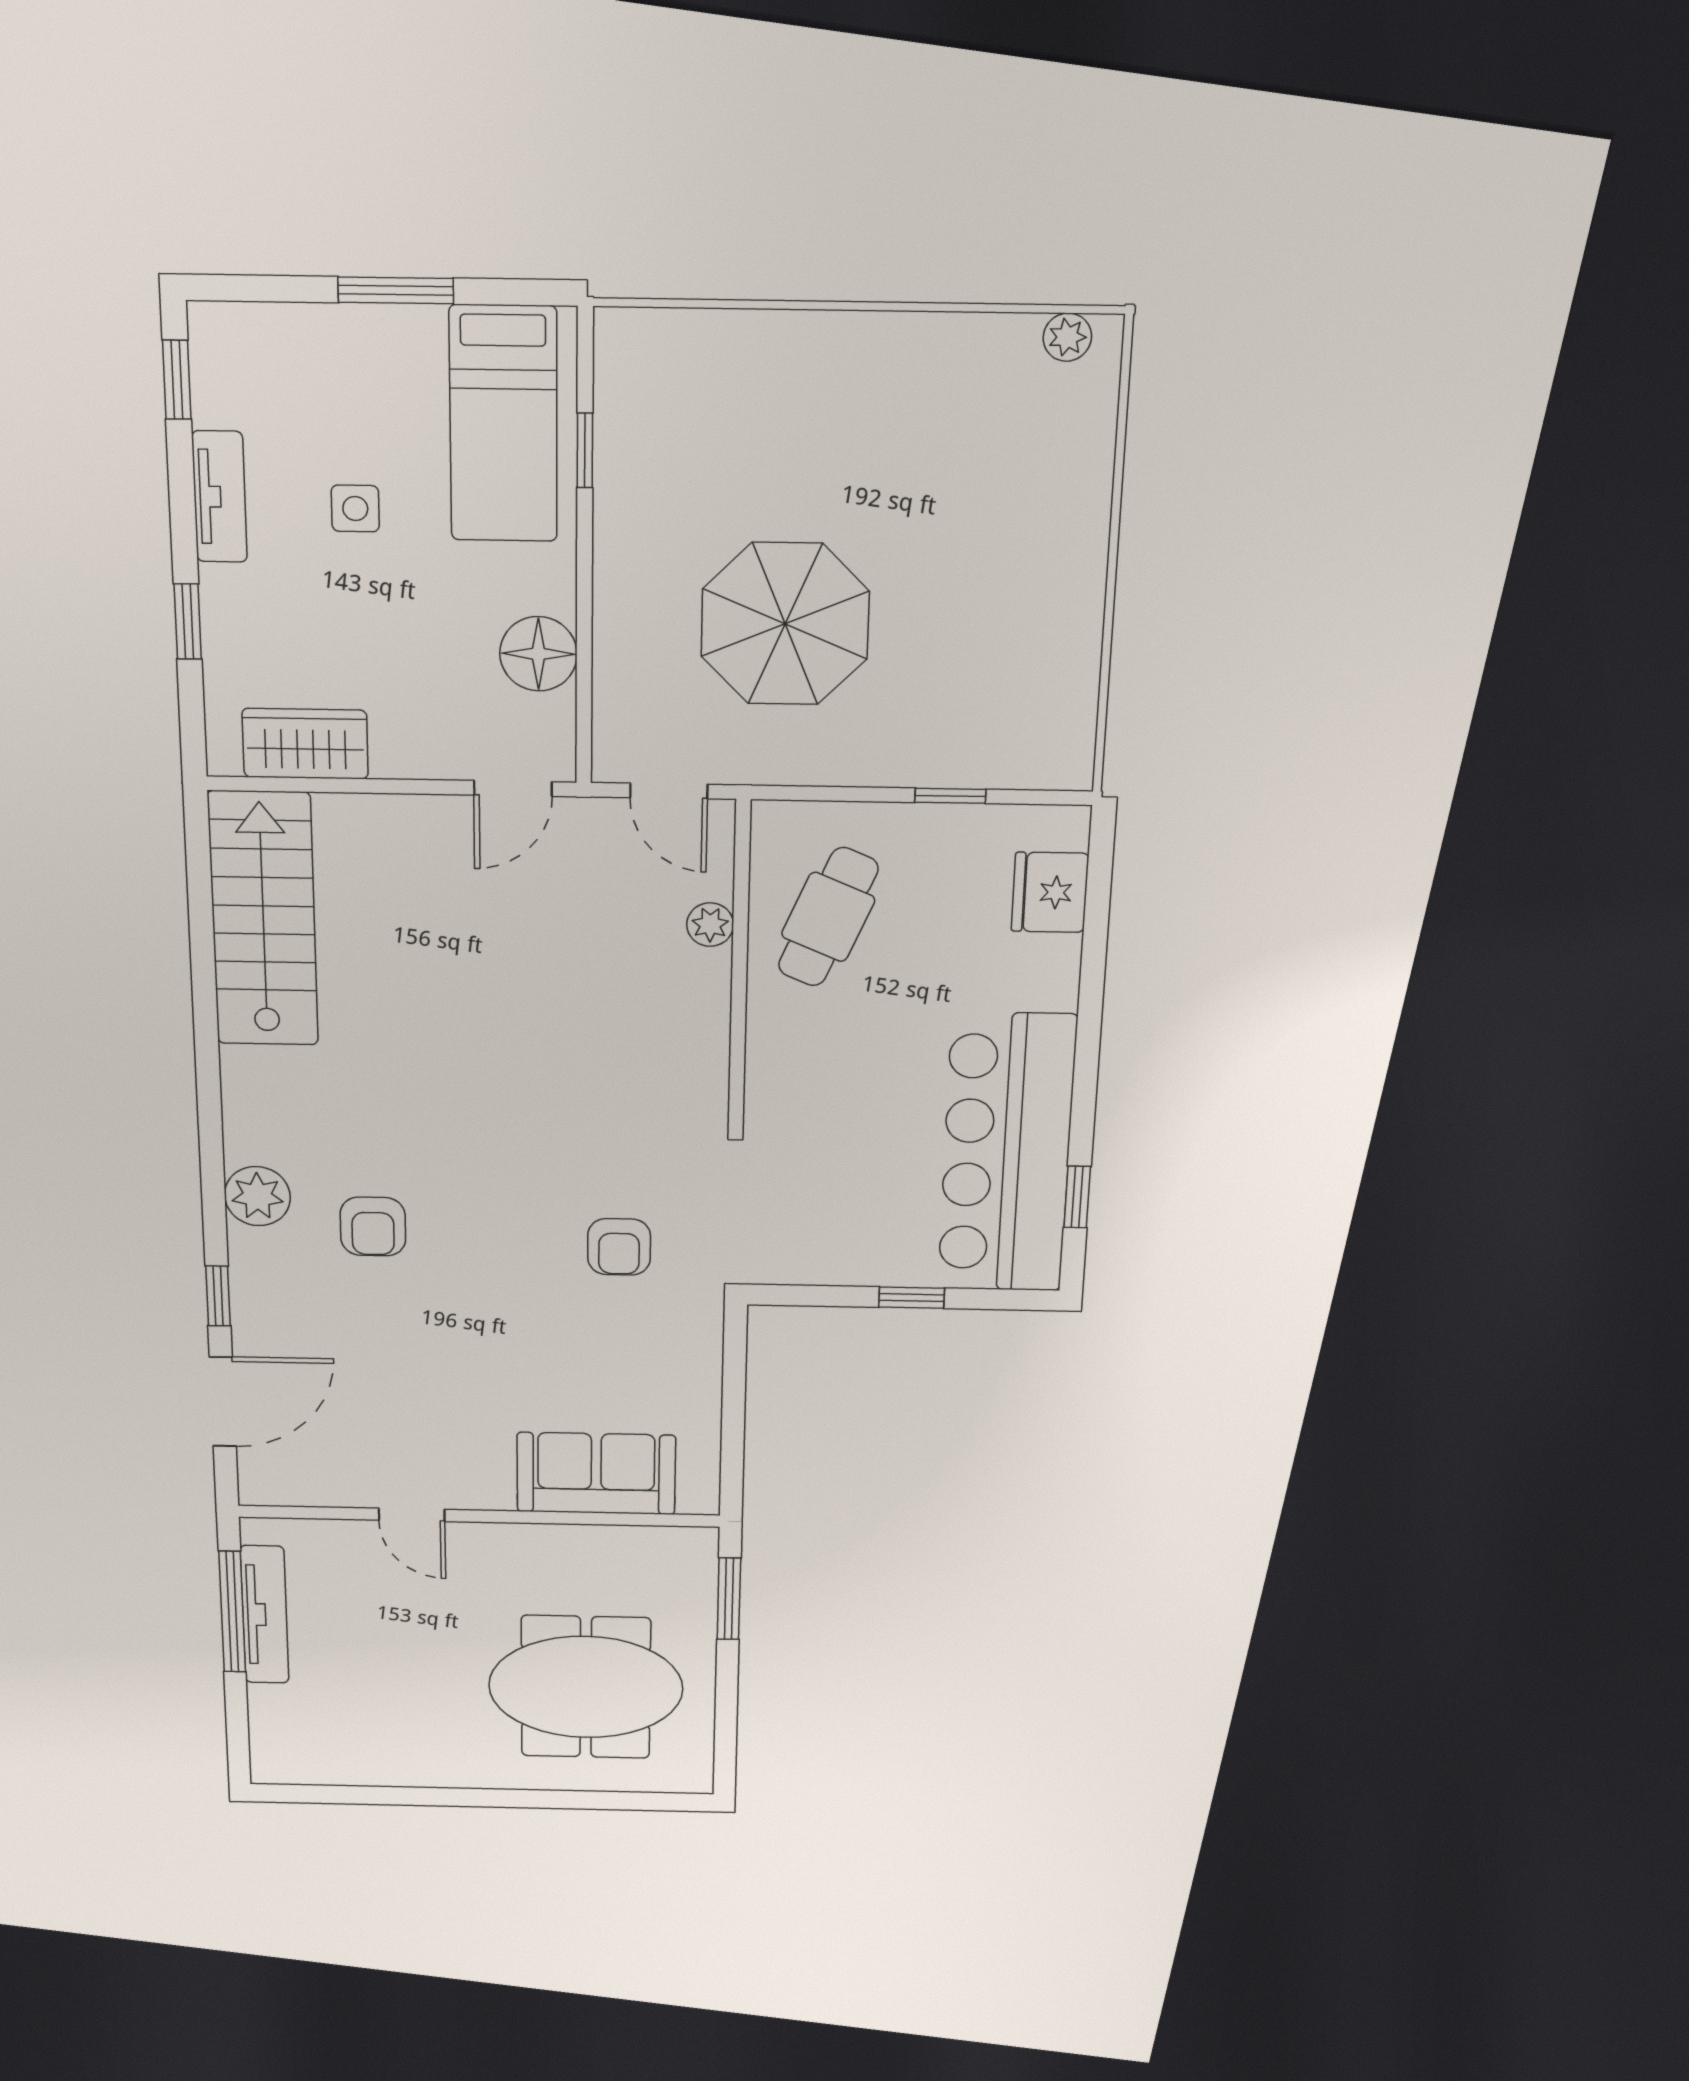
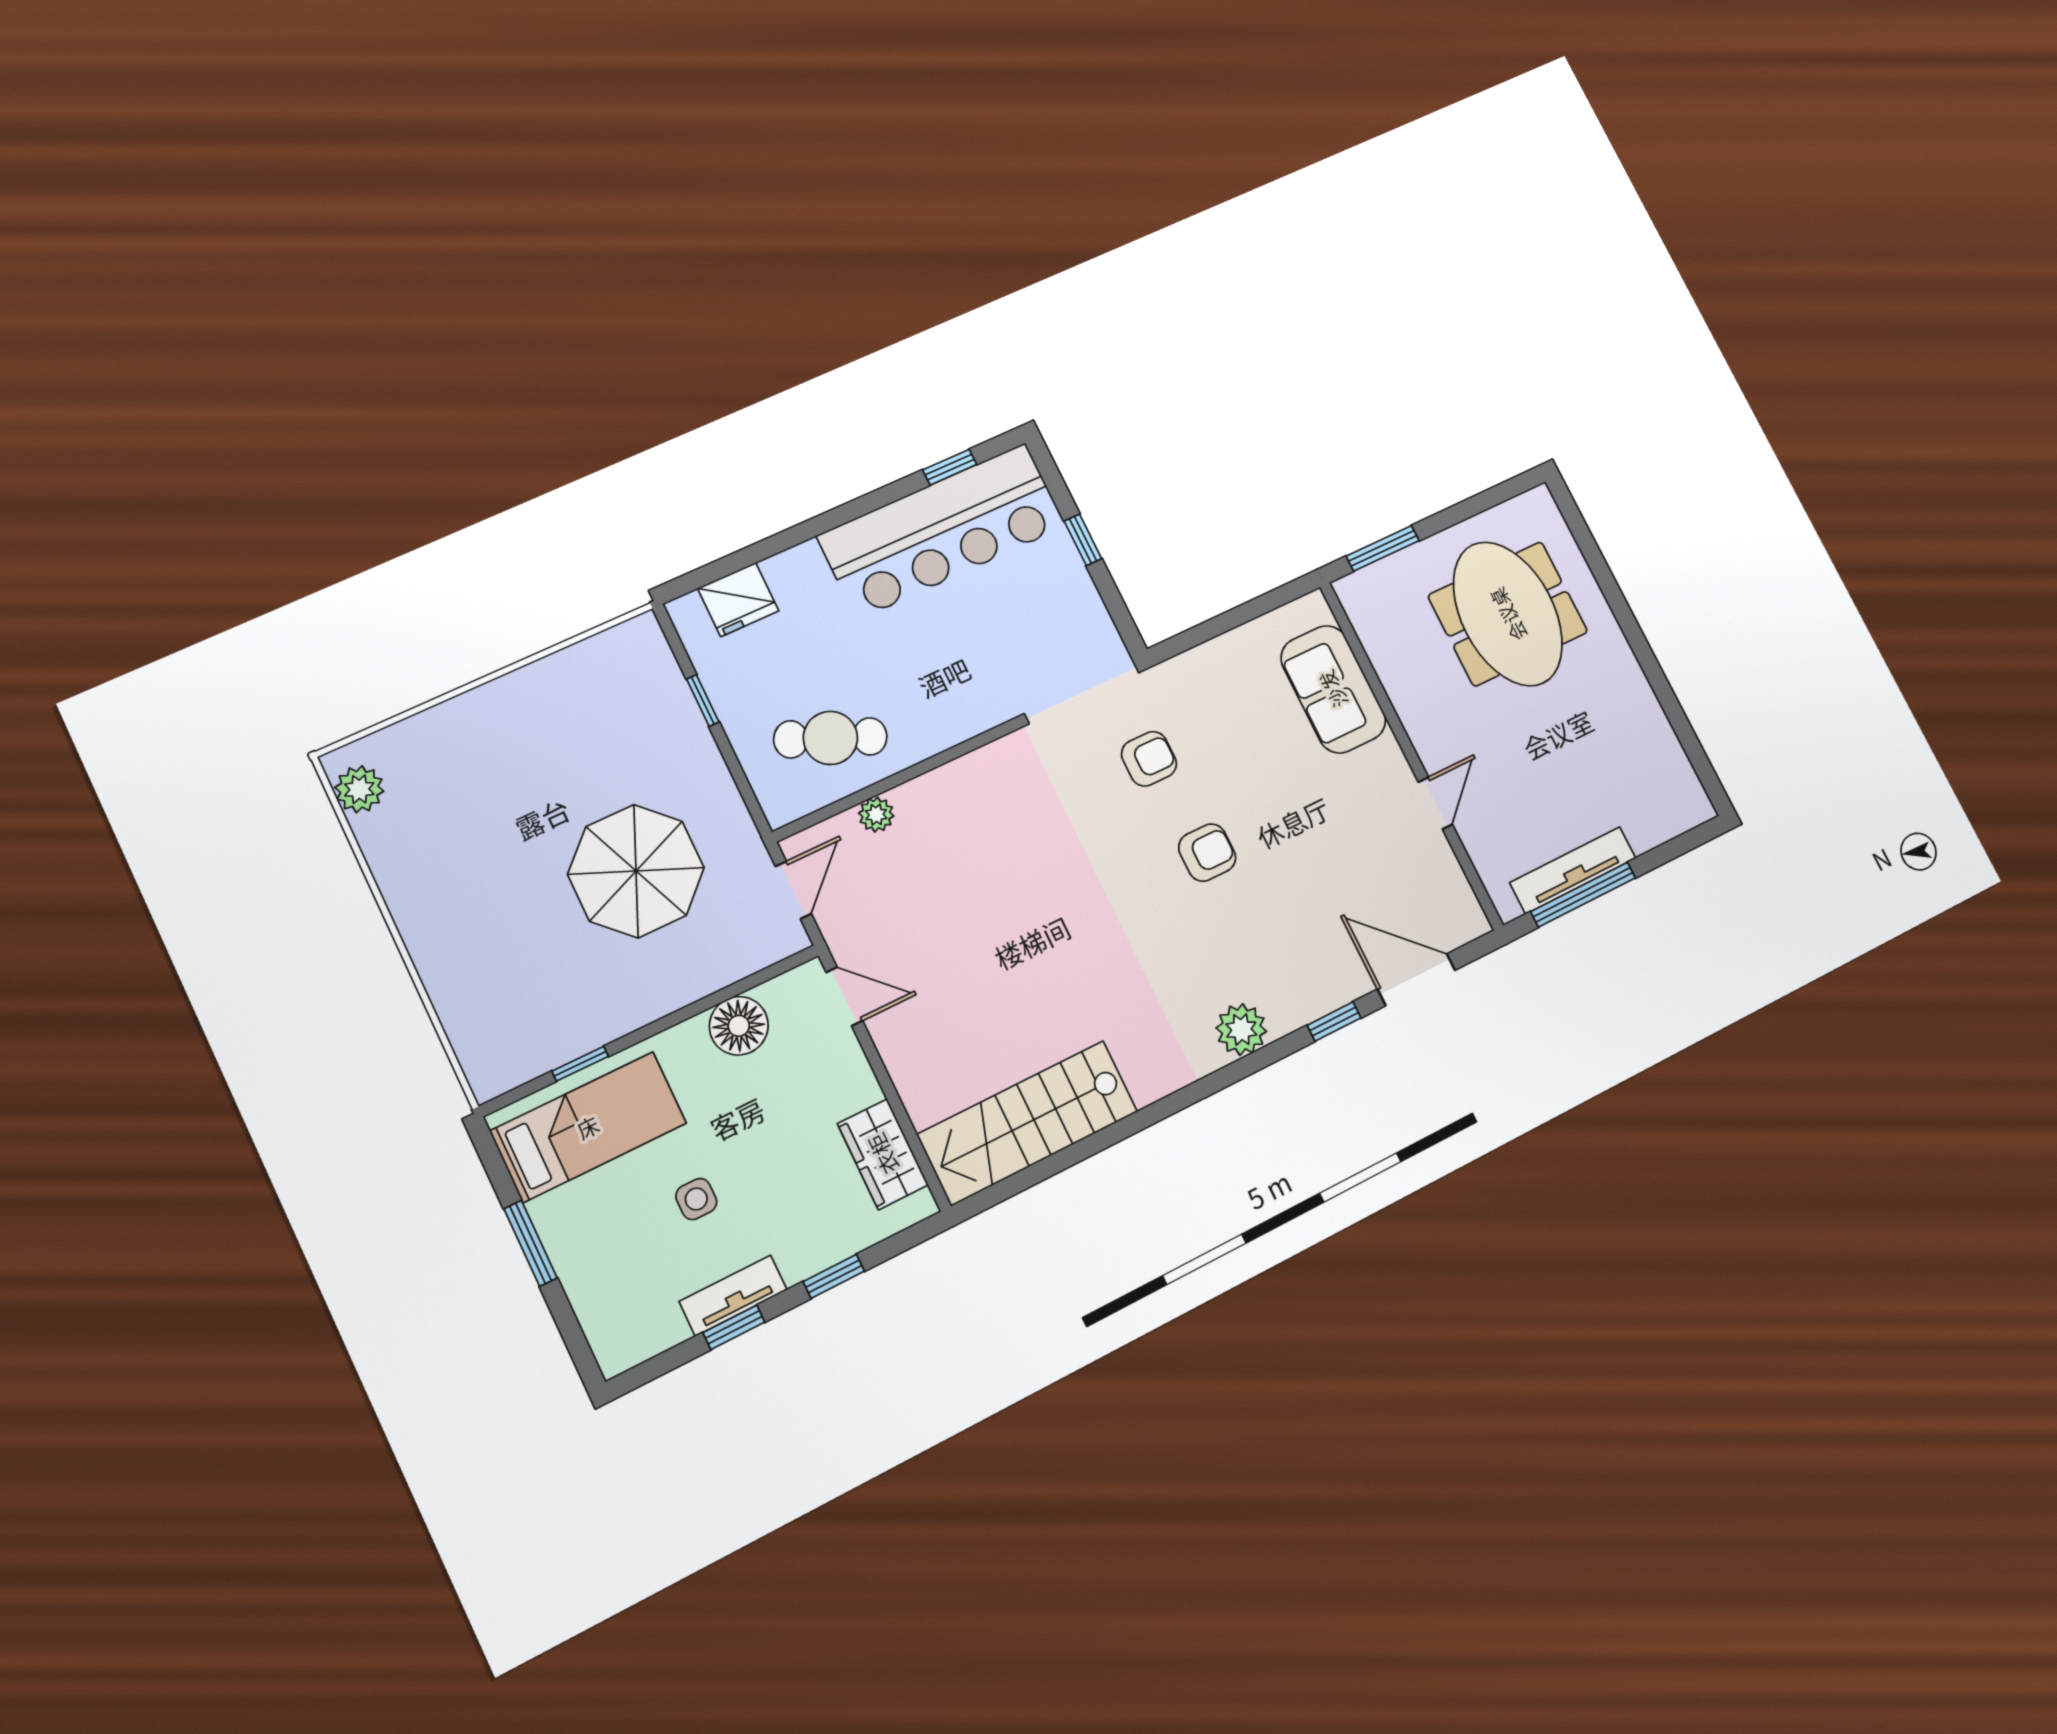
plant: (1067, 337) -> (359, 789), width x1.38, depth x1.38
window: (177, 380) -> (734, 1327), moved
armchair: (373, 1227) -> (1207, 853), moved

